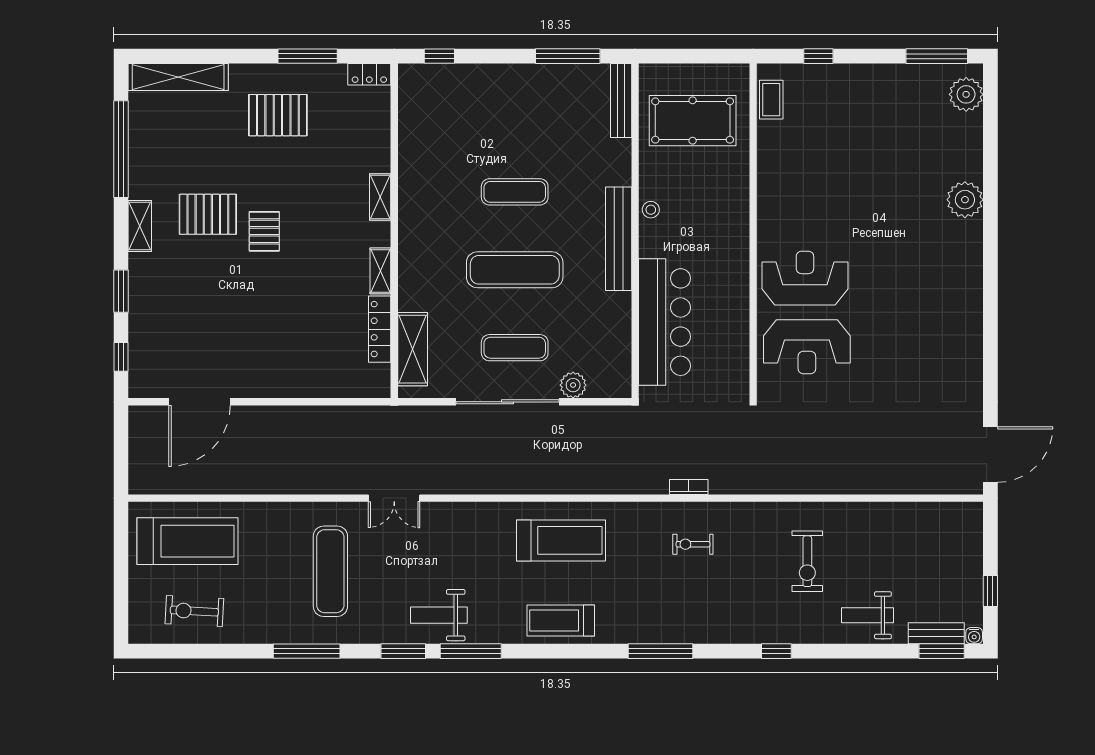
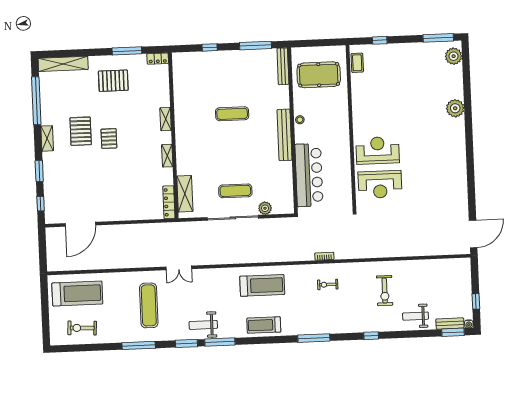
window: (439, 56) -> (210, 47), moved
pallet: (208, 214) -> (81, 131), turned 90
exercise mat: (515, 270) -> (234, 152), removed
locker: (380, 329) -> (169, 202), moved

